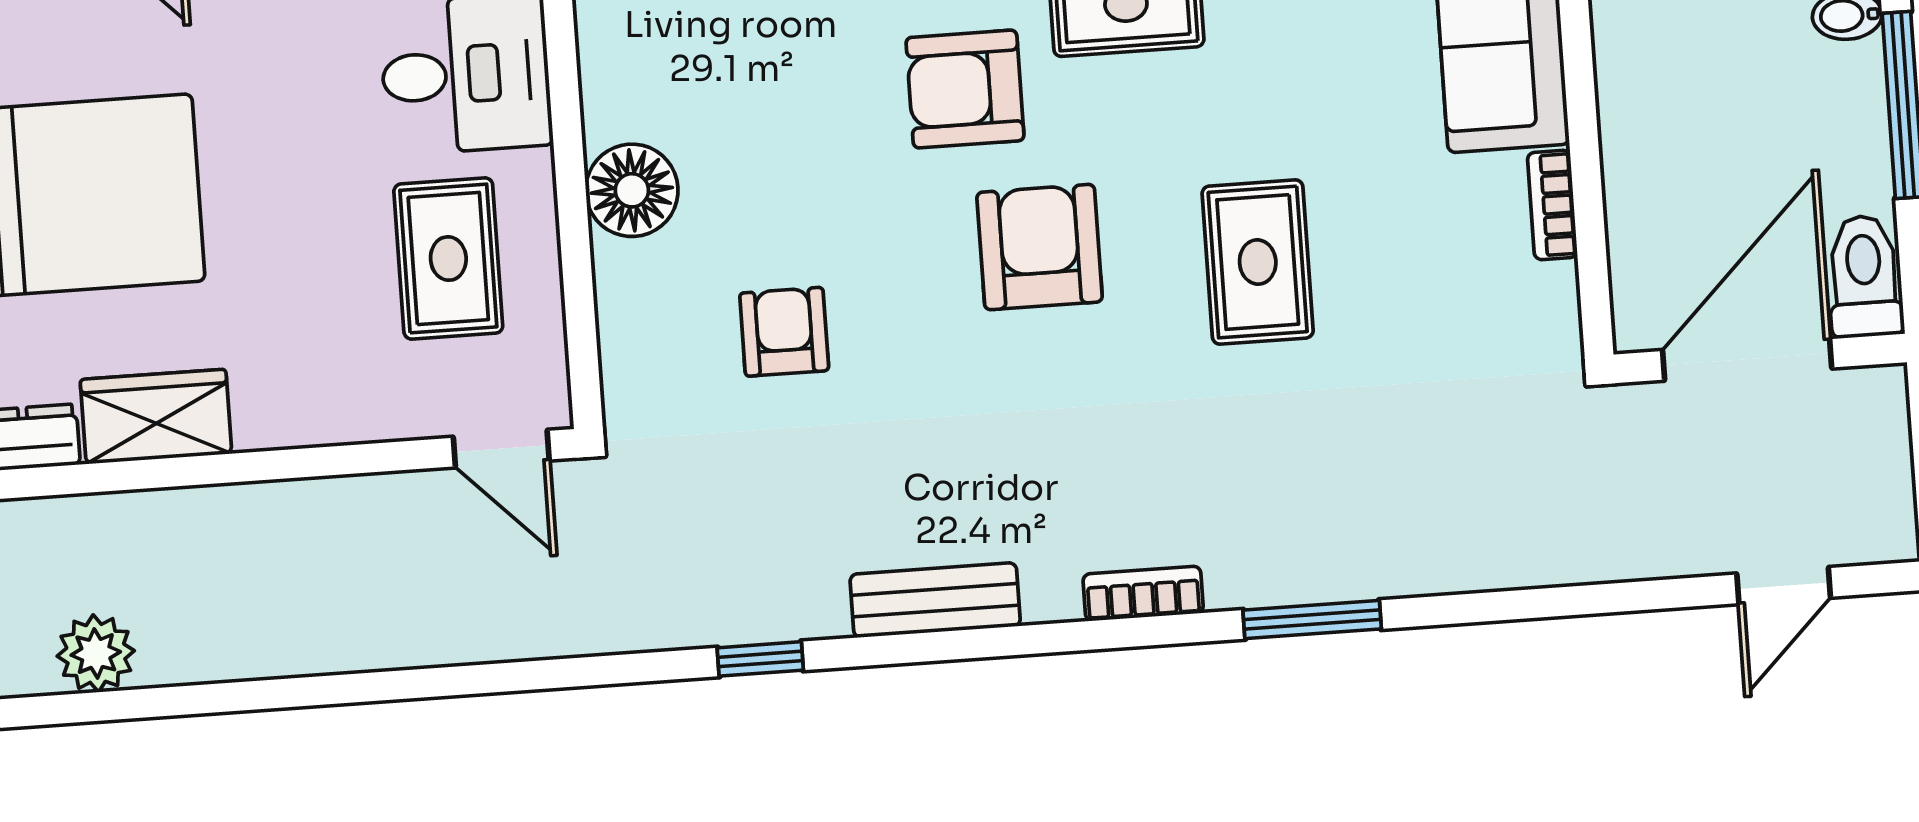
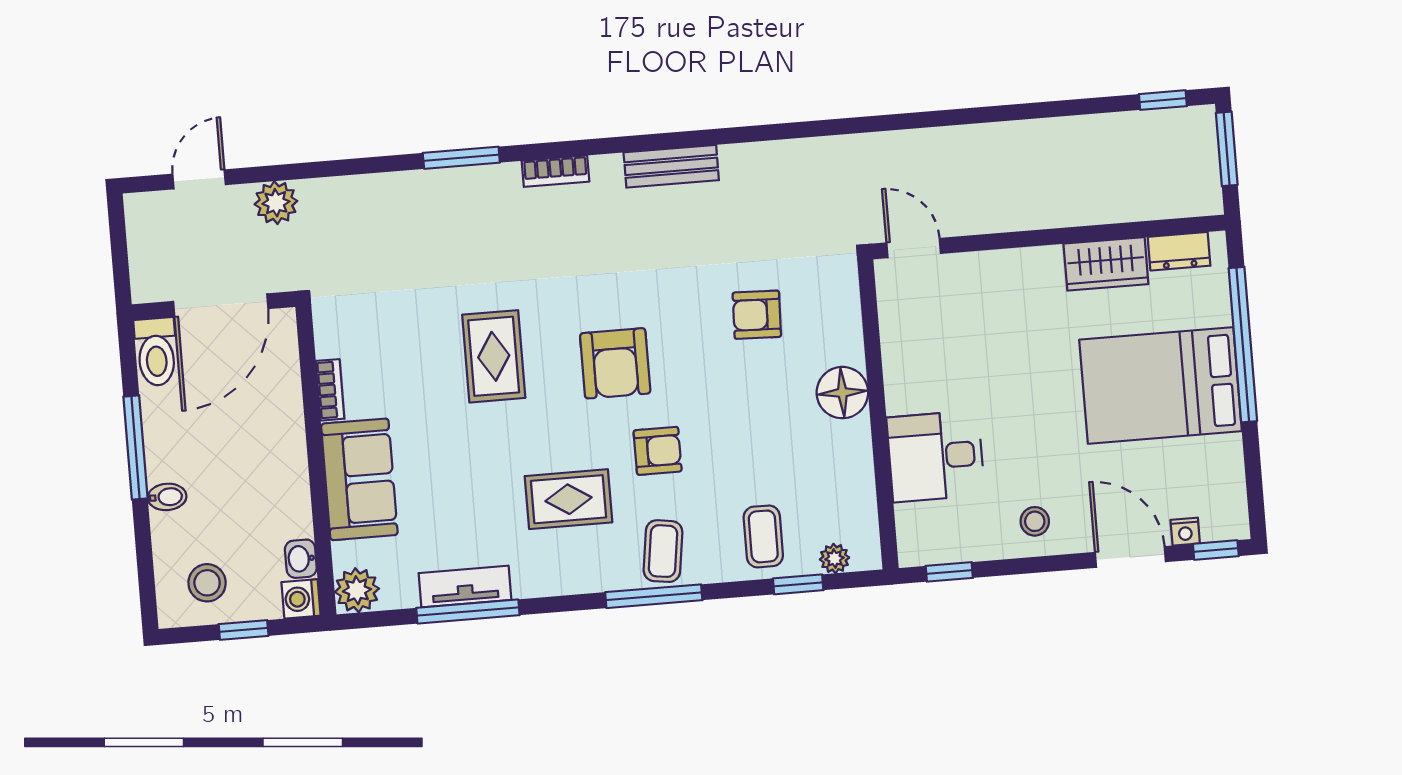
armchair: (965, 89) -> (658, 451), width x0.72, depth x0.72
rug: (448, 259) -> (944, 354), removed
armchair: (784, 332) -> (757, 315), turned 92
plant: (96, 653) -> (276, 203), moved
window: (760, 659) -> (1163, 100), moved

